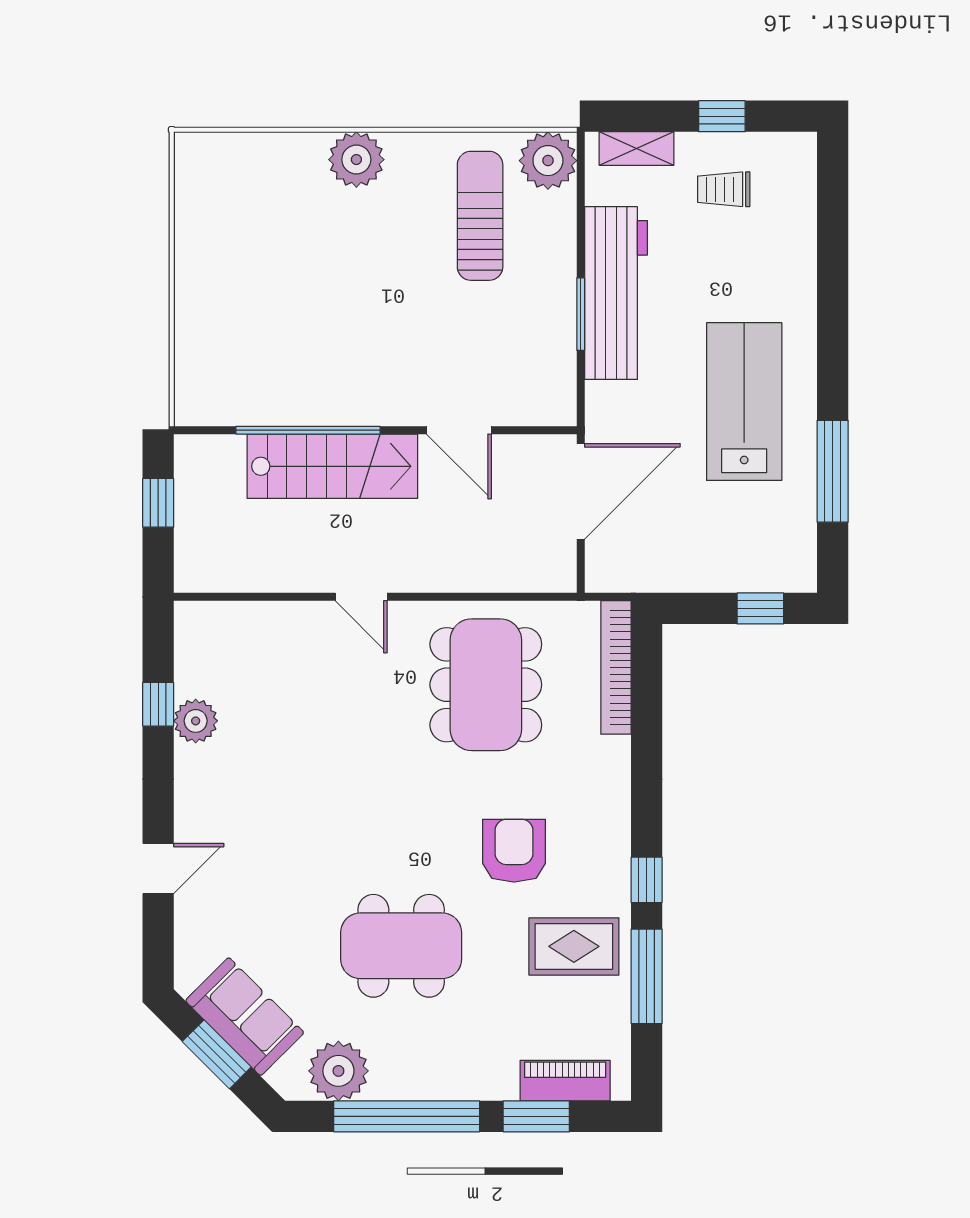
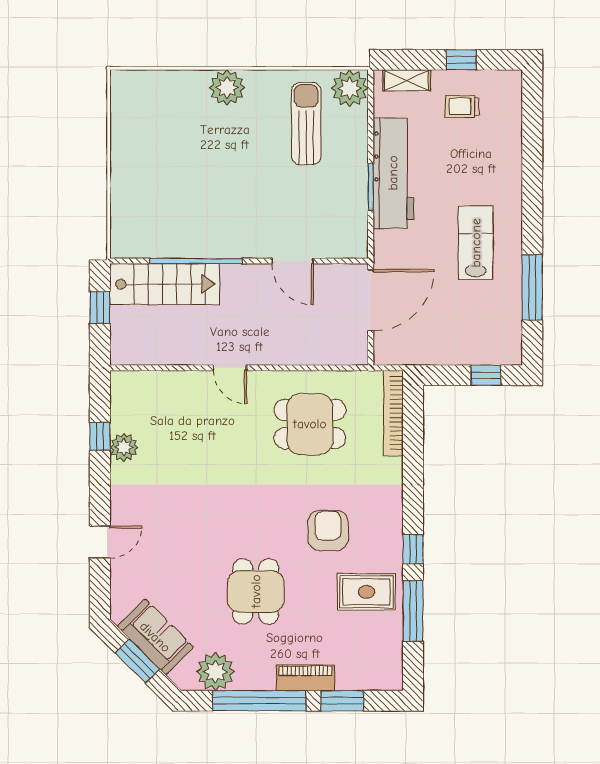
lab bench: (744, 402) -> (476, 243), width x0.73, depth x0.72
stairs: (332, 466) -> (165, 284), moved
dining table: (486, 685) -> (310, 424), width x0.73
dining table: (401, 946) -> (256, 591), width x0.73
piano: (565, 1081) -> (305, 678), moved

